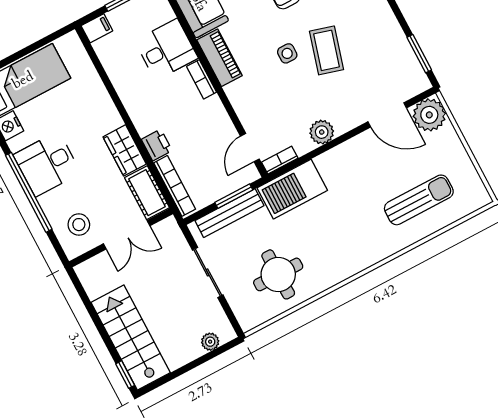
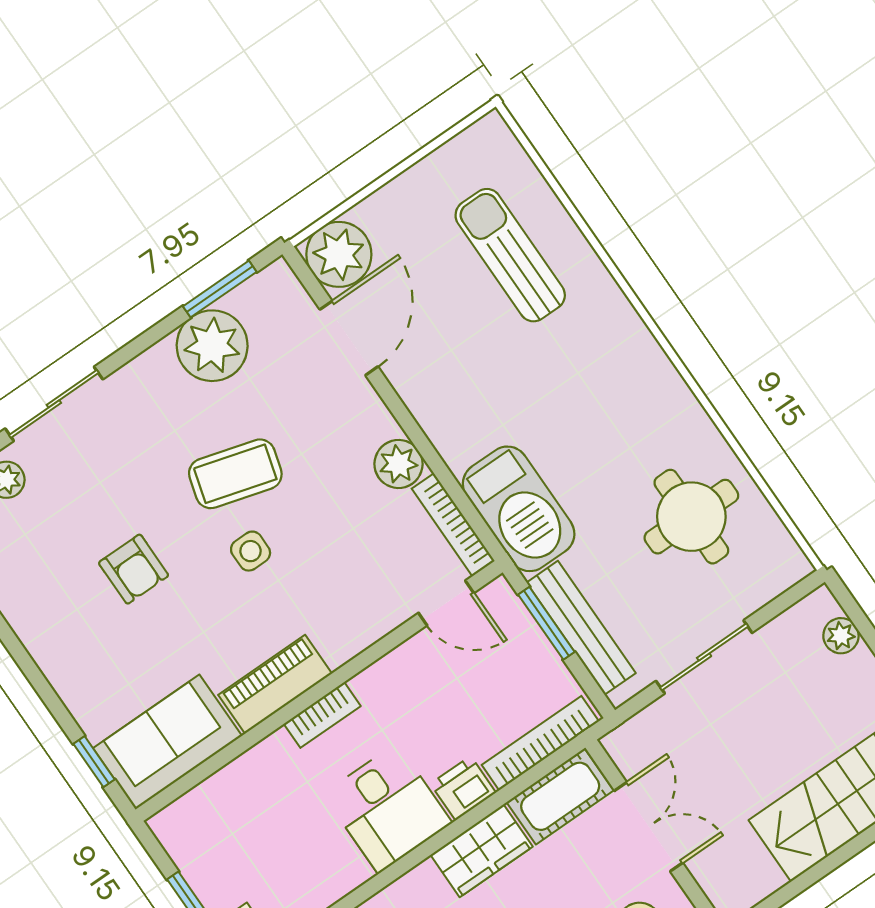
plant: (391, 46) -> (212, 346), added
desk: (166, 49) -> (387, 808), moved, turned 180
bookcase: (280, 160) -> (453, 525), width x1.56

